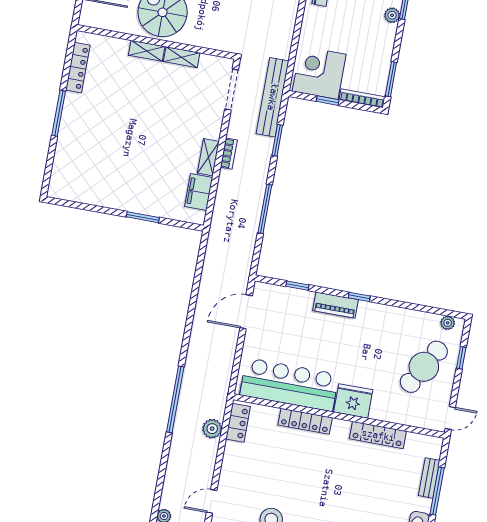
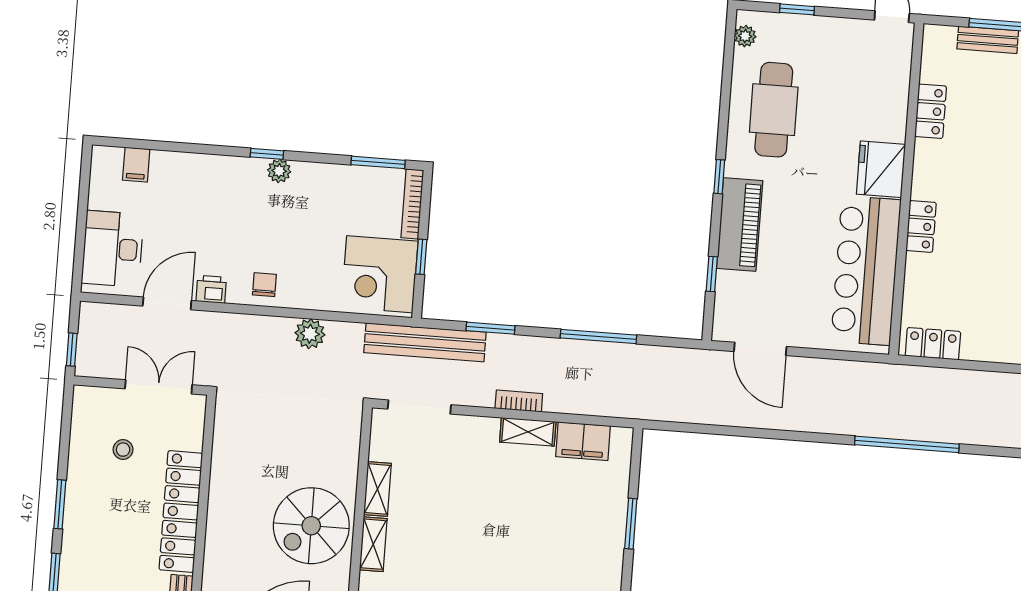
piano: (336, 305) -> (740, 224), width x1.37, depth x1.33
cafe table: (424, 367) -> (774, 110), moved, turned 60
locker: (305, 421) -> (921, 226), width x0.66
plant: (212, 429) -> (310, 334), moved
locker: (378, 435) -> (931, 111), width x0.66

